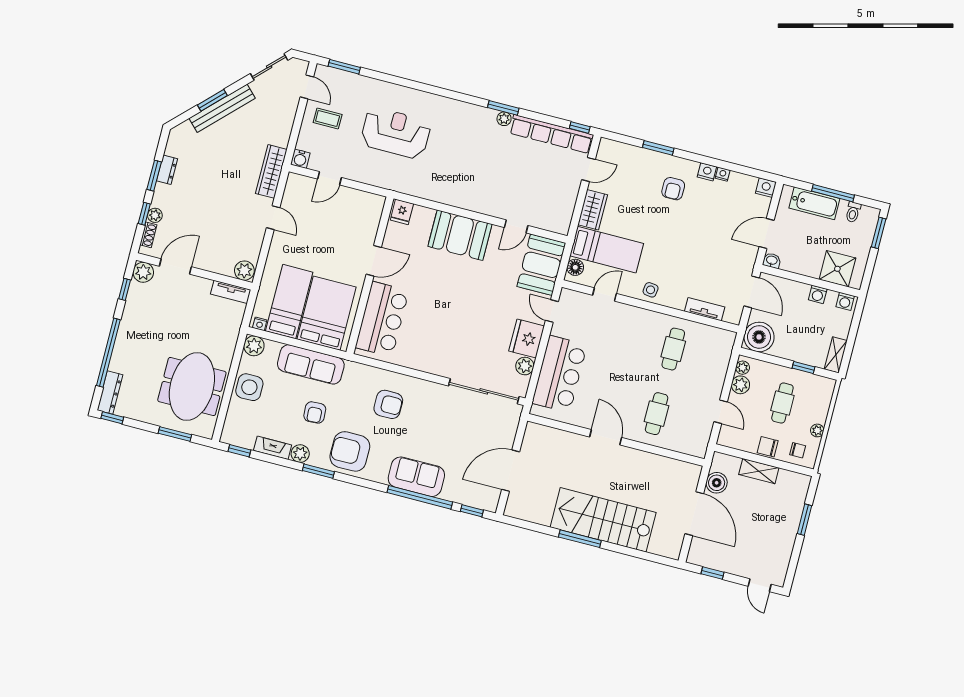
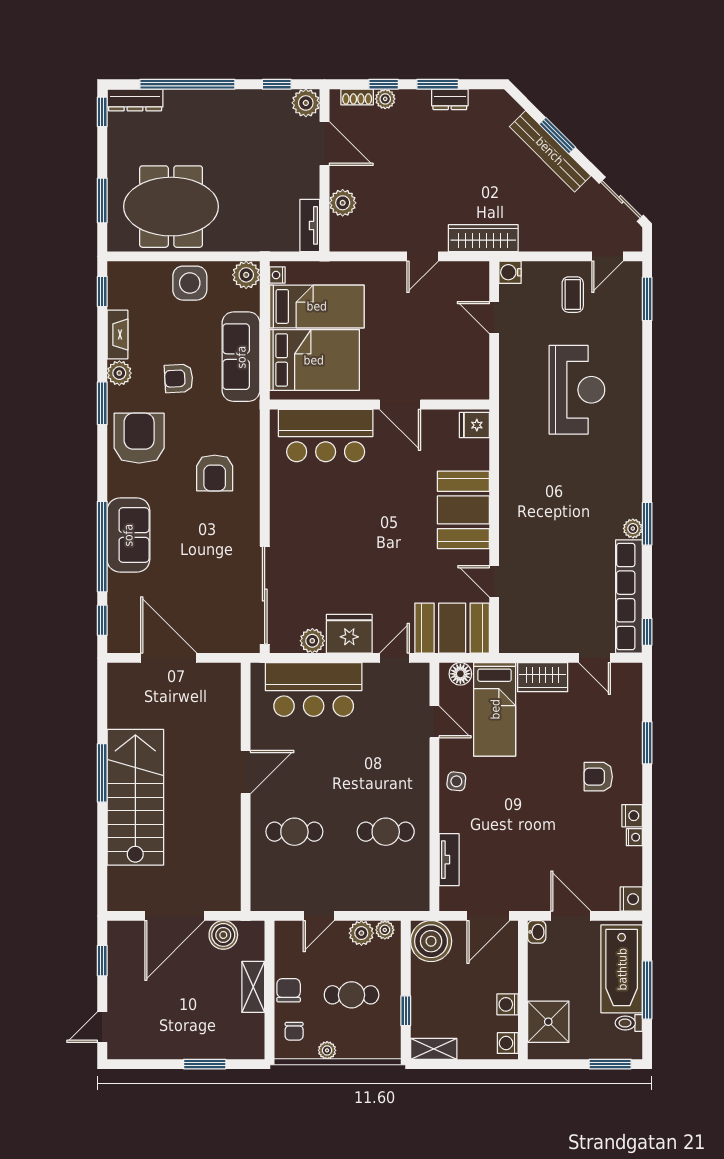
bathtub: (814, 203) -> (622, 969), width x1.36, depth x1.36
plant: (244, 271) -> (343, 203), moved

